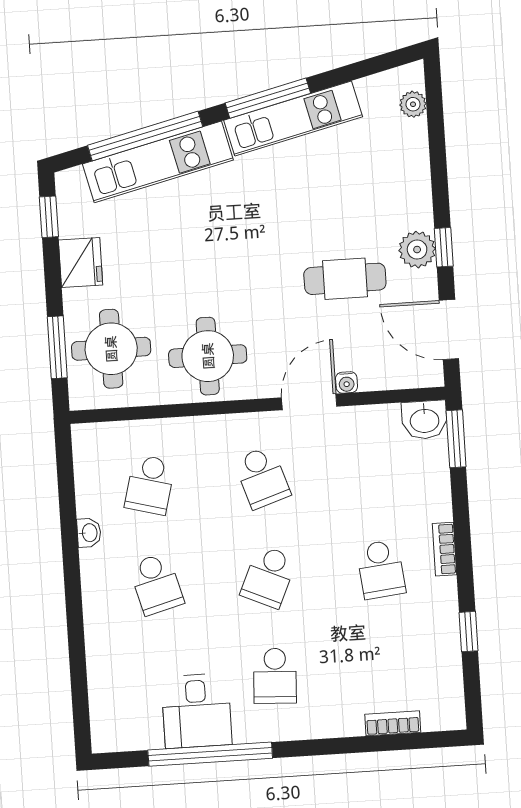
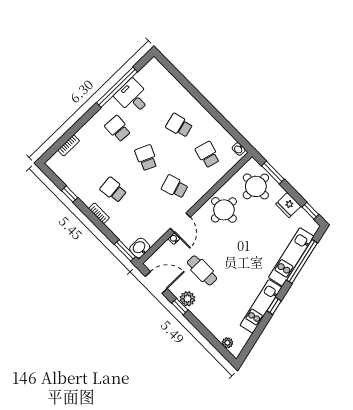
window: (268, 98) -> (274, 306), width x0.46
cafe table: (345, 279) -> (202, 270), turned 90
washbasin: (89, 533) -> (239, 149), moved

